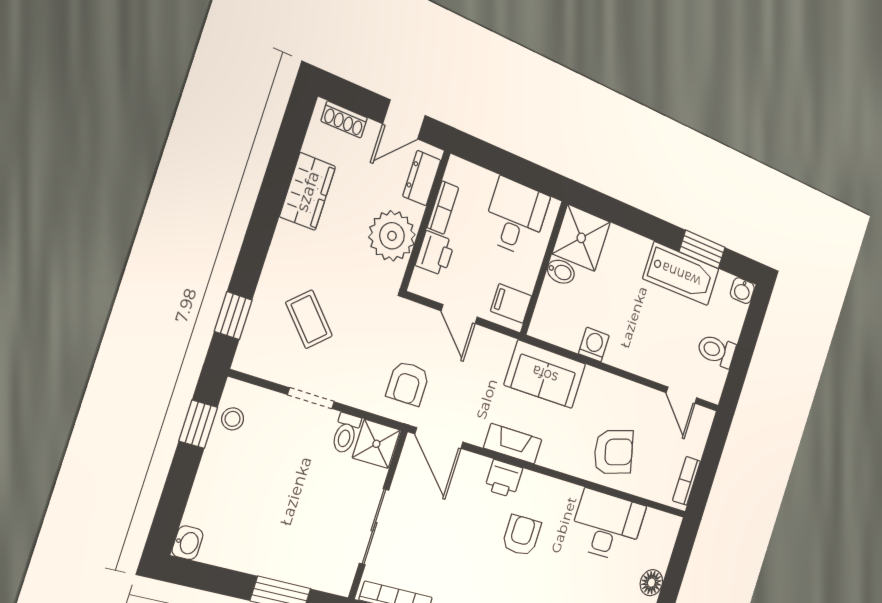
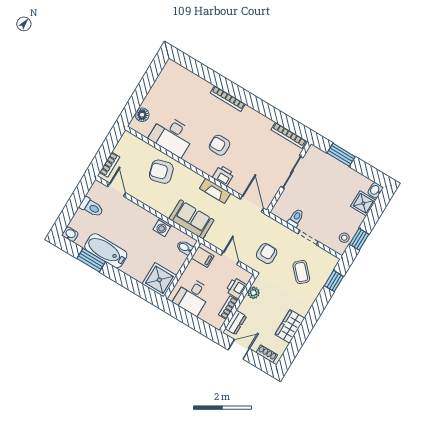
plant: (392, 236) -> (253, 293), width x0.53, depth x0.53
bidet: (561, 272) -> (185, 248), moved
armchair: (408, 383) -> (267, 254), moved
shower: (376, 444) -> (363, 203), moved
bookcase: (687, 481) -> (110, 165), moved
armchair: (521, 535) -> (219, 145), turned 90
floor lamp: (651, 583) -> (142, 115), moved

